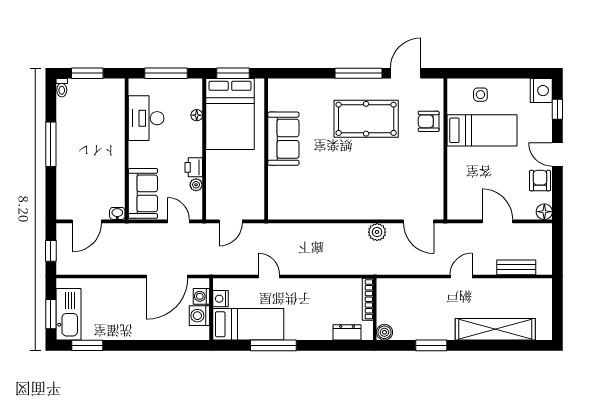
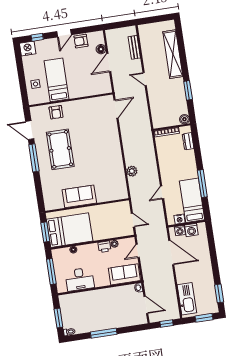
floor lamp: (544, 212) -> (101, 49), moved
plant: (377, 232) -> (132, 171), moved
kitchen sink: (68, 314) -> (187, 299), moved, turned 90

